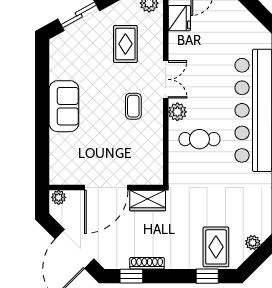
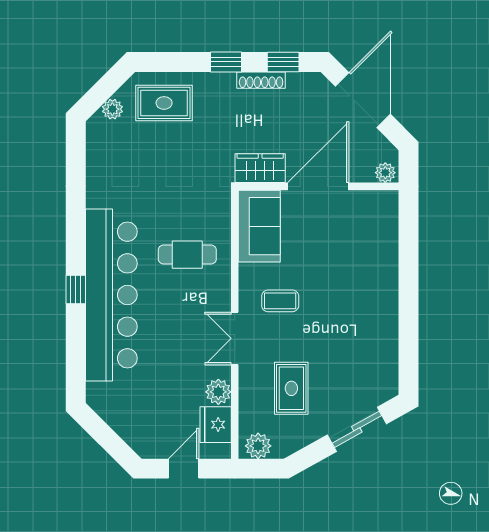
sofa: (64, 106) -> (259, 226), moved, turned 180
coffee table: (133, 106) -> (280, 301), turned 90
plant: (177, 112) -> (218, 392), moved
rug: (216, 247) -> (164, 103), turned 90
window: (207, 276) -> (226, 62), moved

